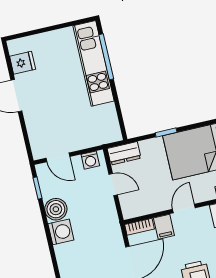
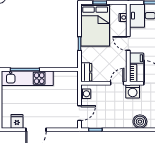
door: (113, 184) -> (117, 83), moved
boiler: (56, 209) -> (140, 122), moved
washing machine: (61, 232) -> (133, 91), moved, turned 180

